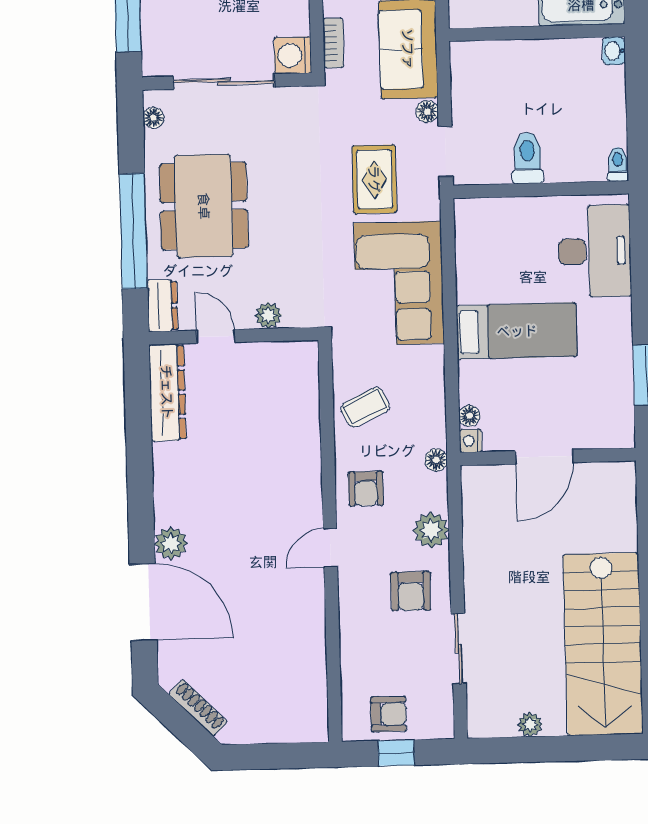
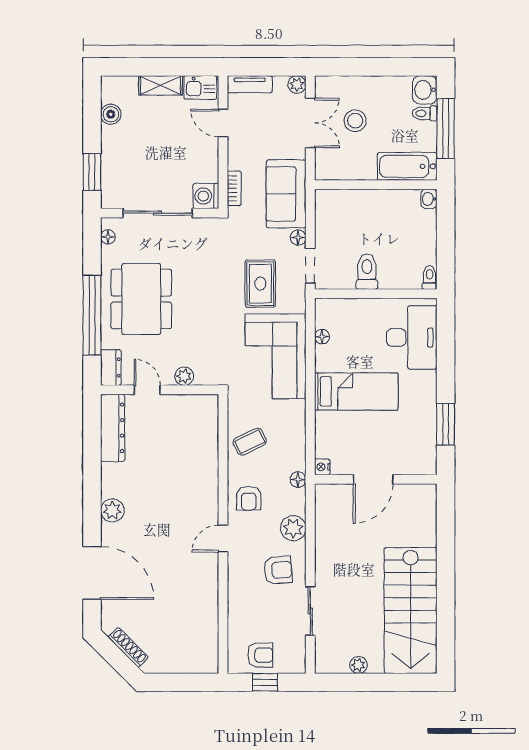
floor lamp: (470, 416) -> (322, 337), moved
plant: (171, 543) -> (112, 510), moved
armchair: (411, 591) -> (278, 570), turned -95

